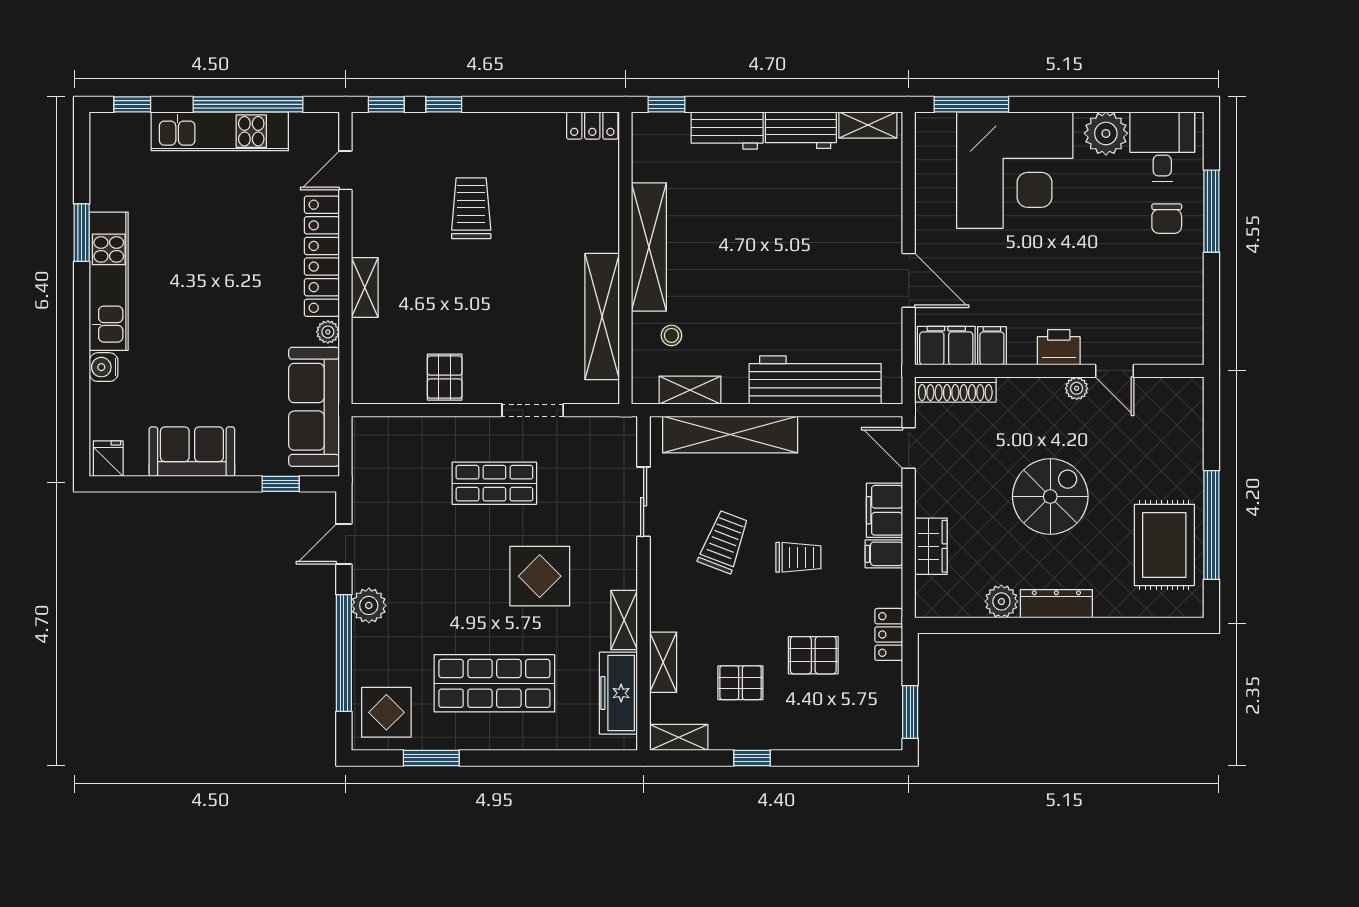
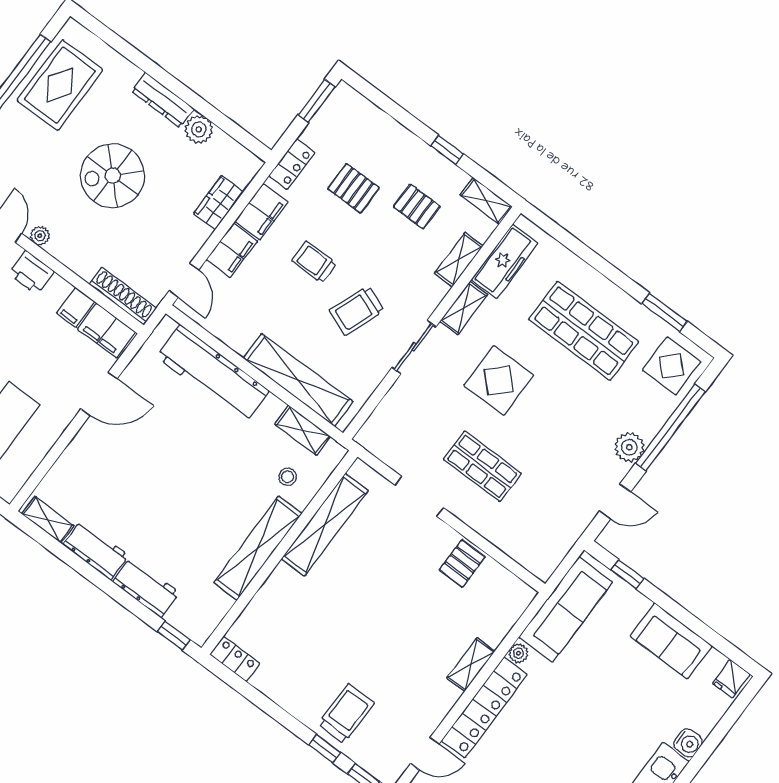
trolley: (471, 208) -> (346, 713), moved, turned 180
door: (909, 280) -> (99, 394), swing flipped
sliding door: (644, 502) -> (414, 347), moved
filing cabinet: (884, 554) -> (261, 212), width x2.00

